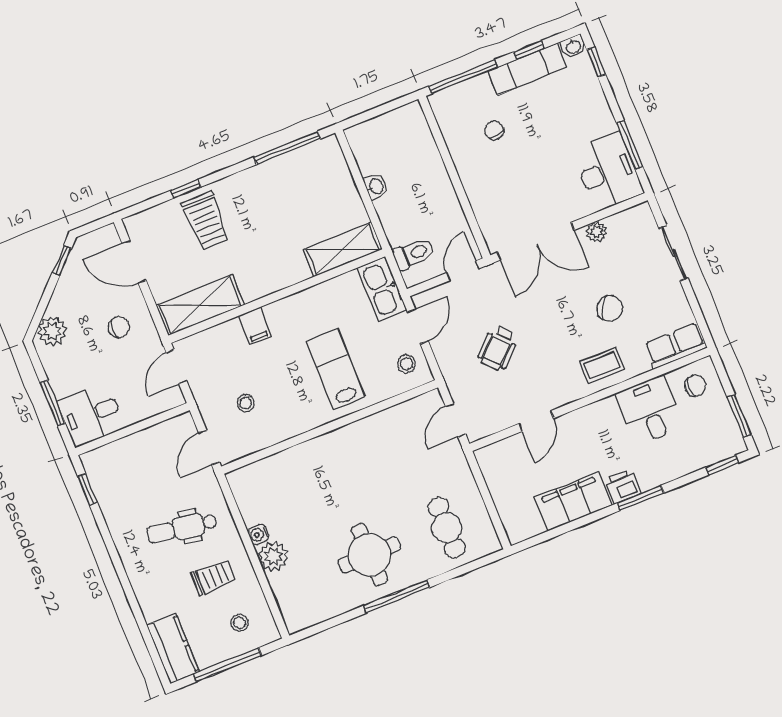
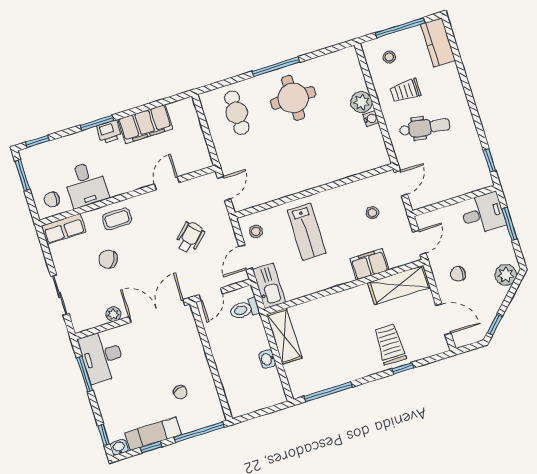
shelving: (343, 249) -> (284, 336), moved, turned 90
filing cabinet: (255, 326) -> (369, 264), width x2.00

